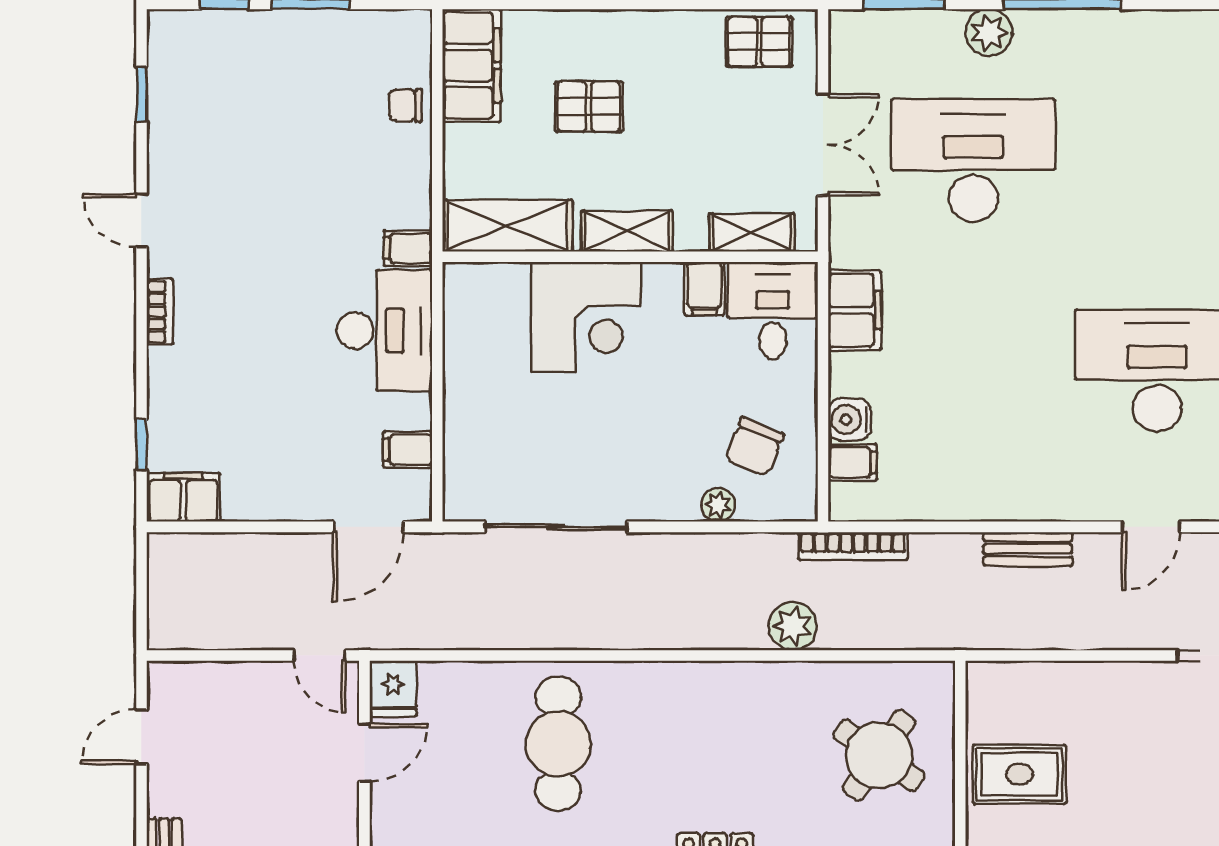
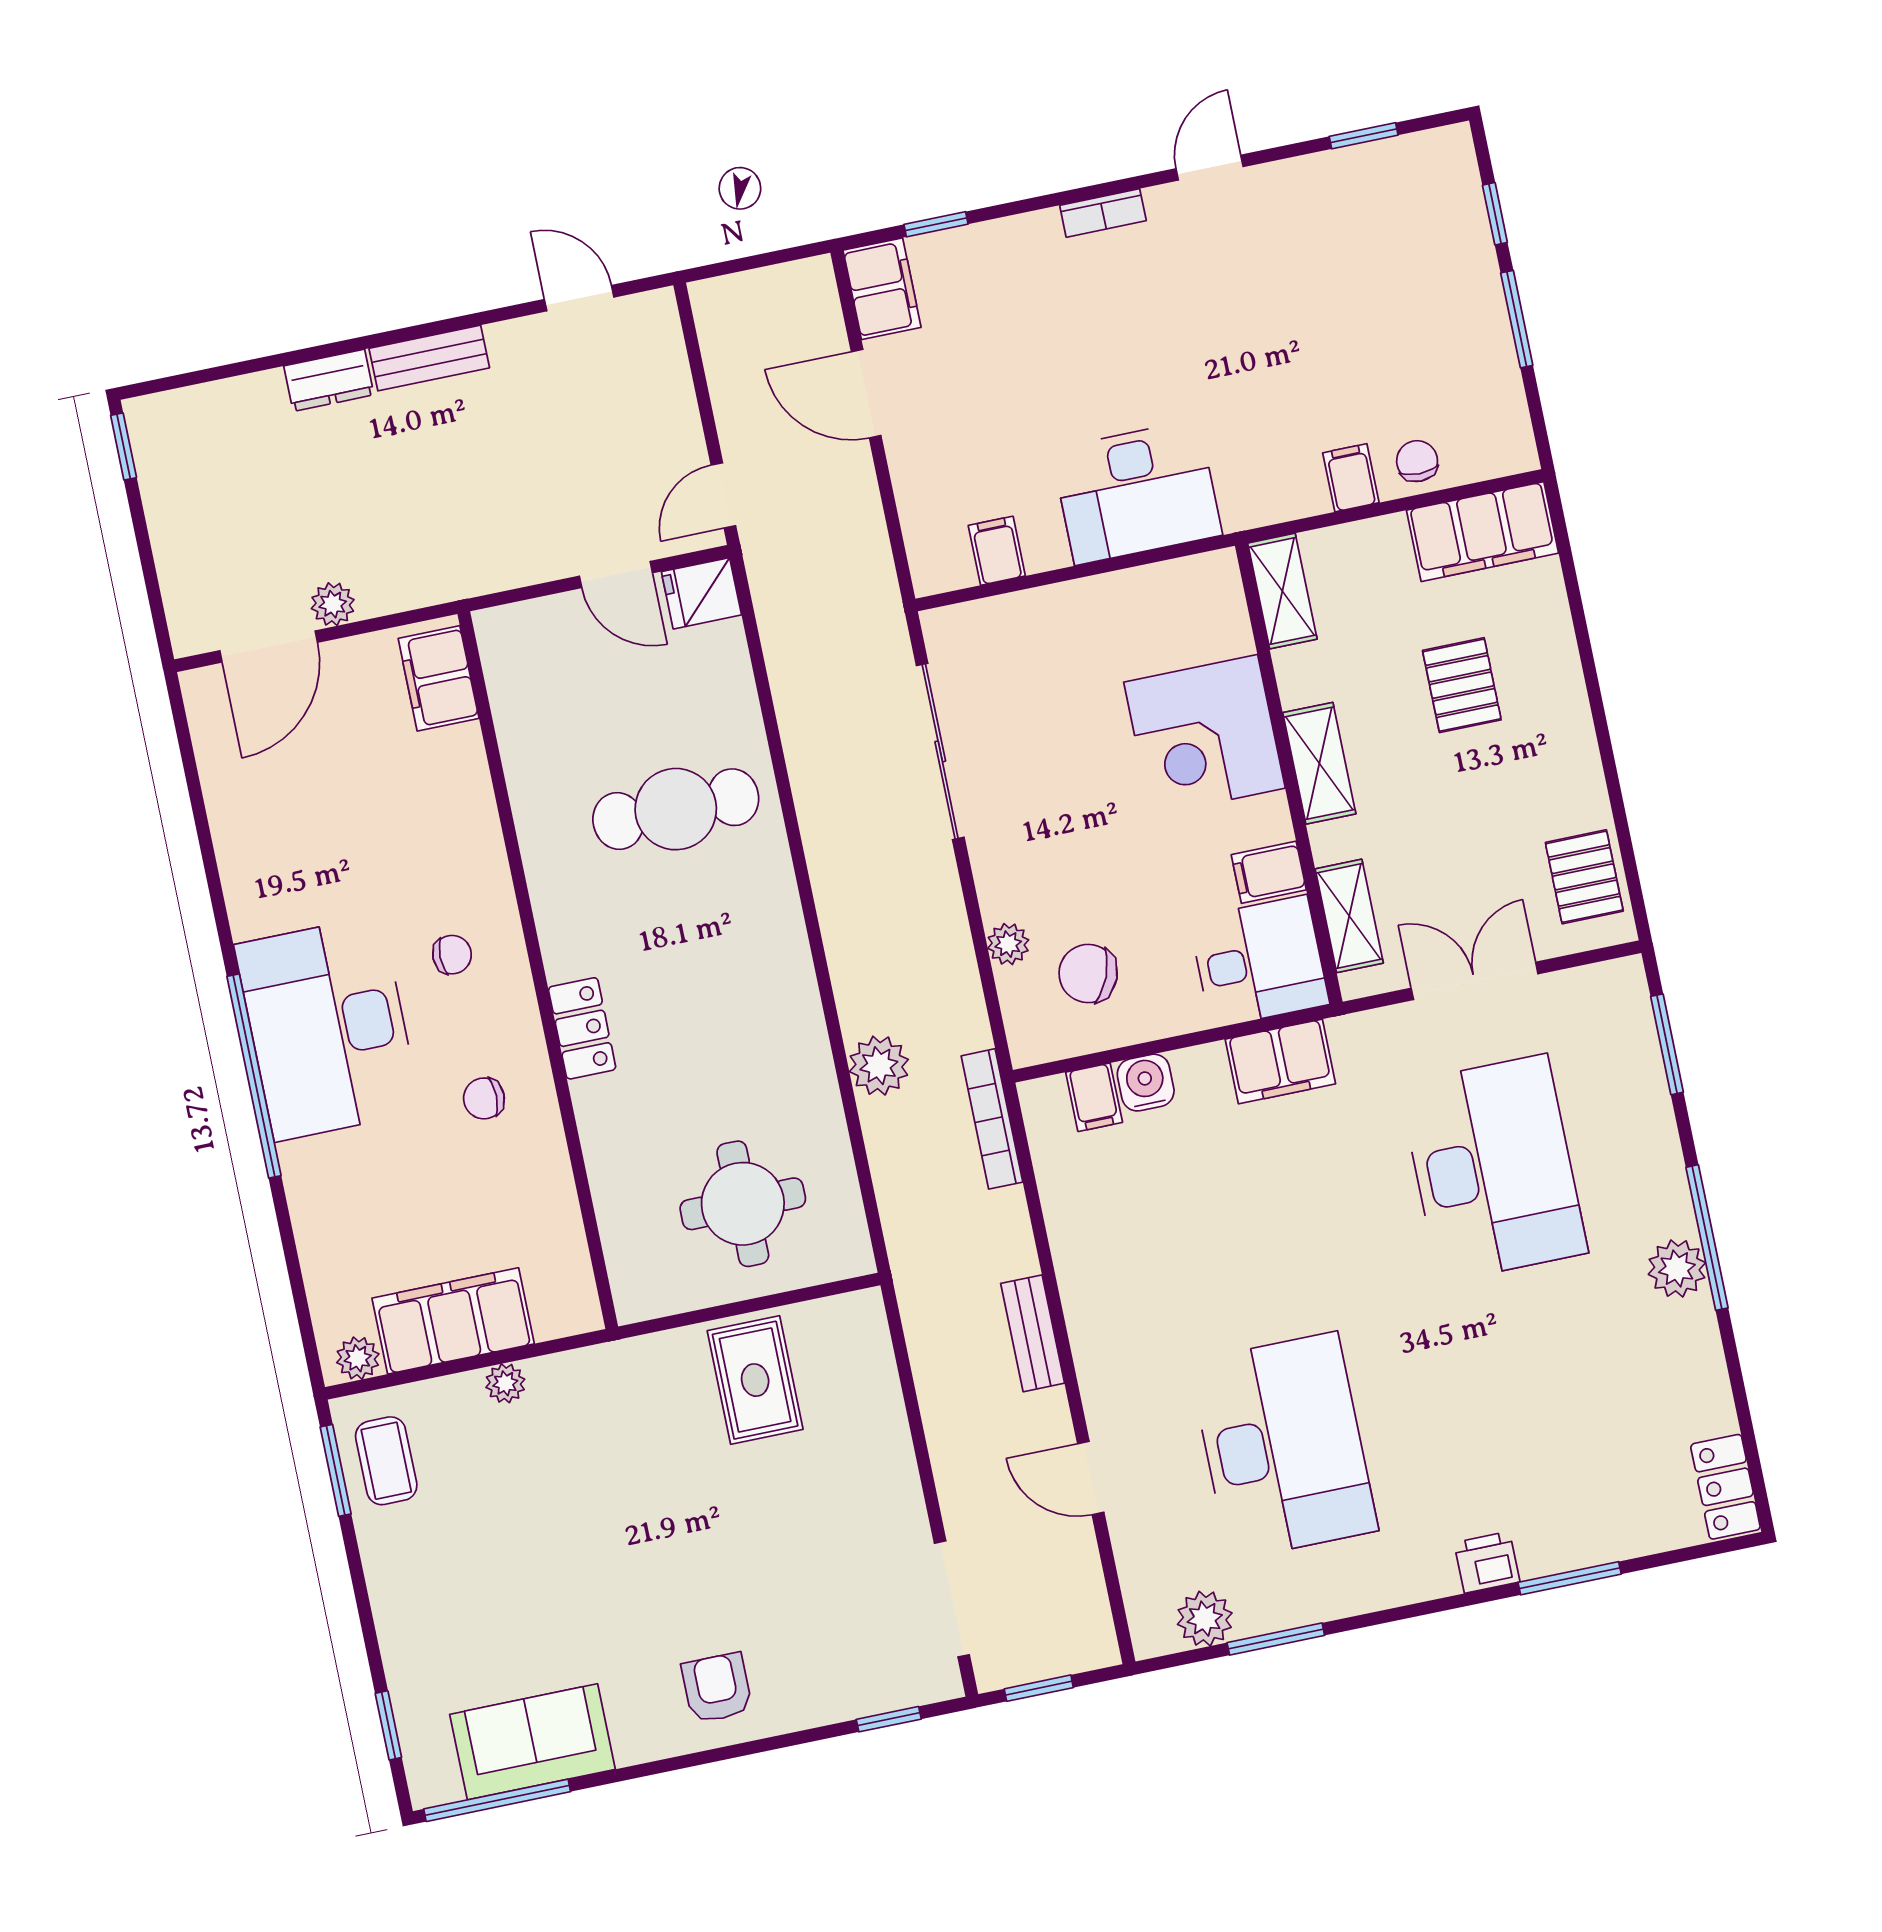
plant: (989, 33) -> (1677, 1269), moved
double door: (823, 145) -> (1475, 981), swing flipped
shelving: (507, 226) -> (1282, 591), width x0.67, depth x0.75
filing cabinet: (408, 248) -> (1351, 478), moved
door: (368, 527) -> (866, 394), moved
round table: (879, 755) -> (743, 1204), turned -35

